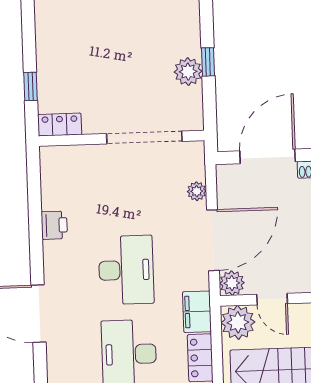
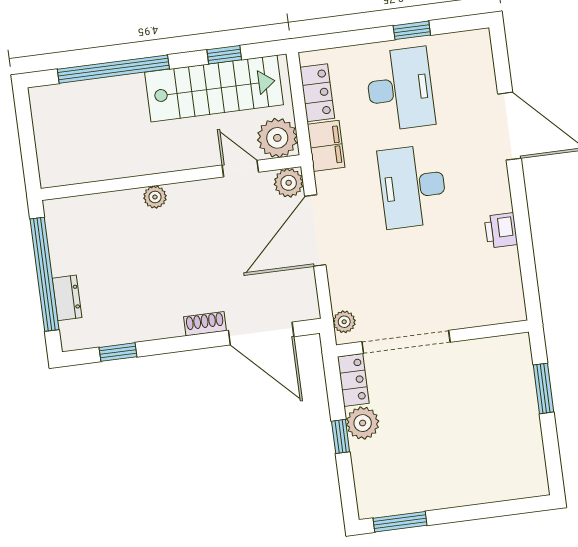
window: (31, 87) -> (543, 388), width x1.50
locker: (60, 125) -> (353, 380), moved, turned -90
door: (268, 156) -> (261, 334), hinge flipped
plant: (197, 191) -> (344, 322), moved

